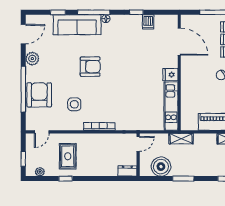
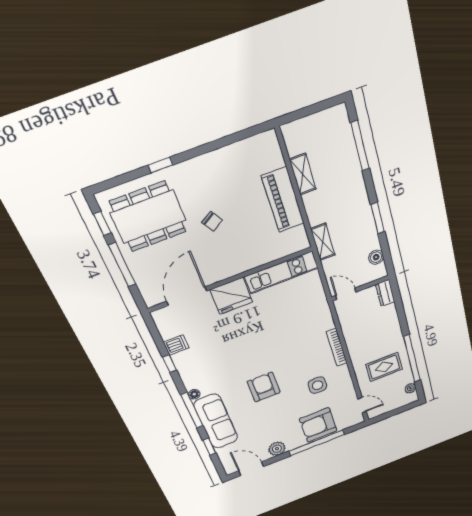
fridge: (170, 75) -> (231, 296), width x1.88, depth x1.34
window: (23, 159) -> (399, 410), removed
boiler: (161, 167) -> (376, 257), width x0.54, depth x0.54
window: (66, 179) -> (412, 359), width x3.17

